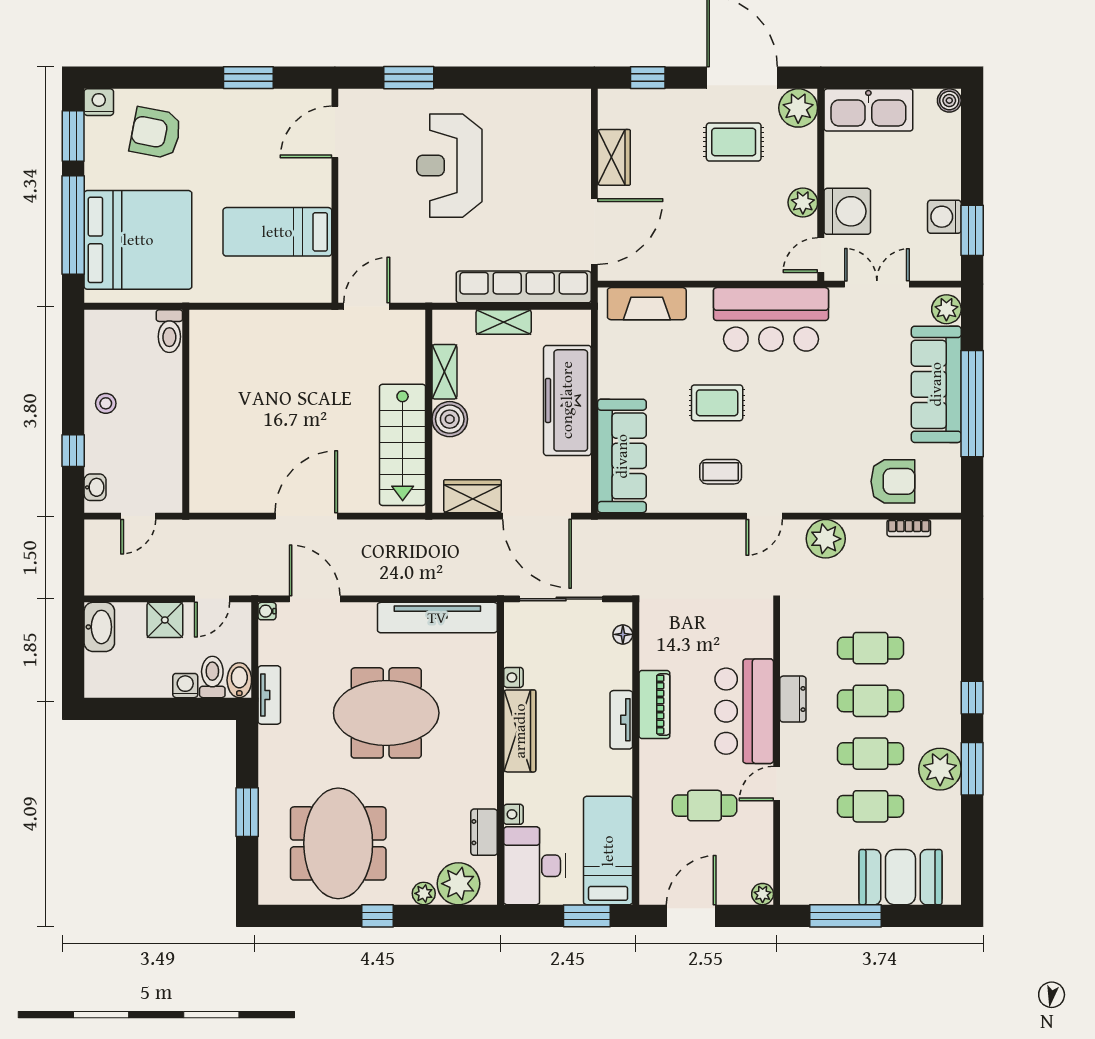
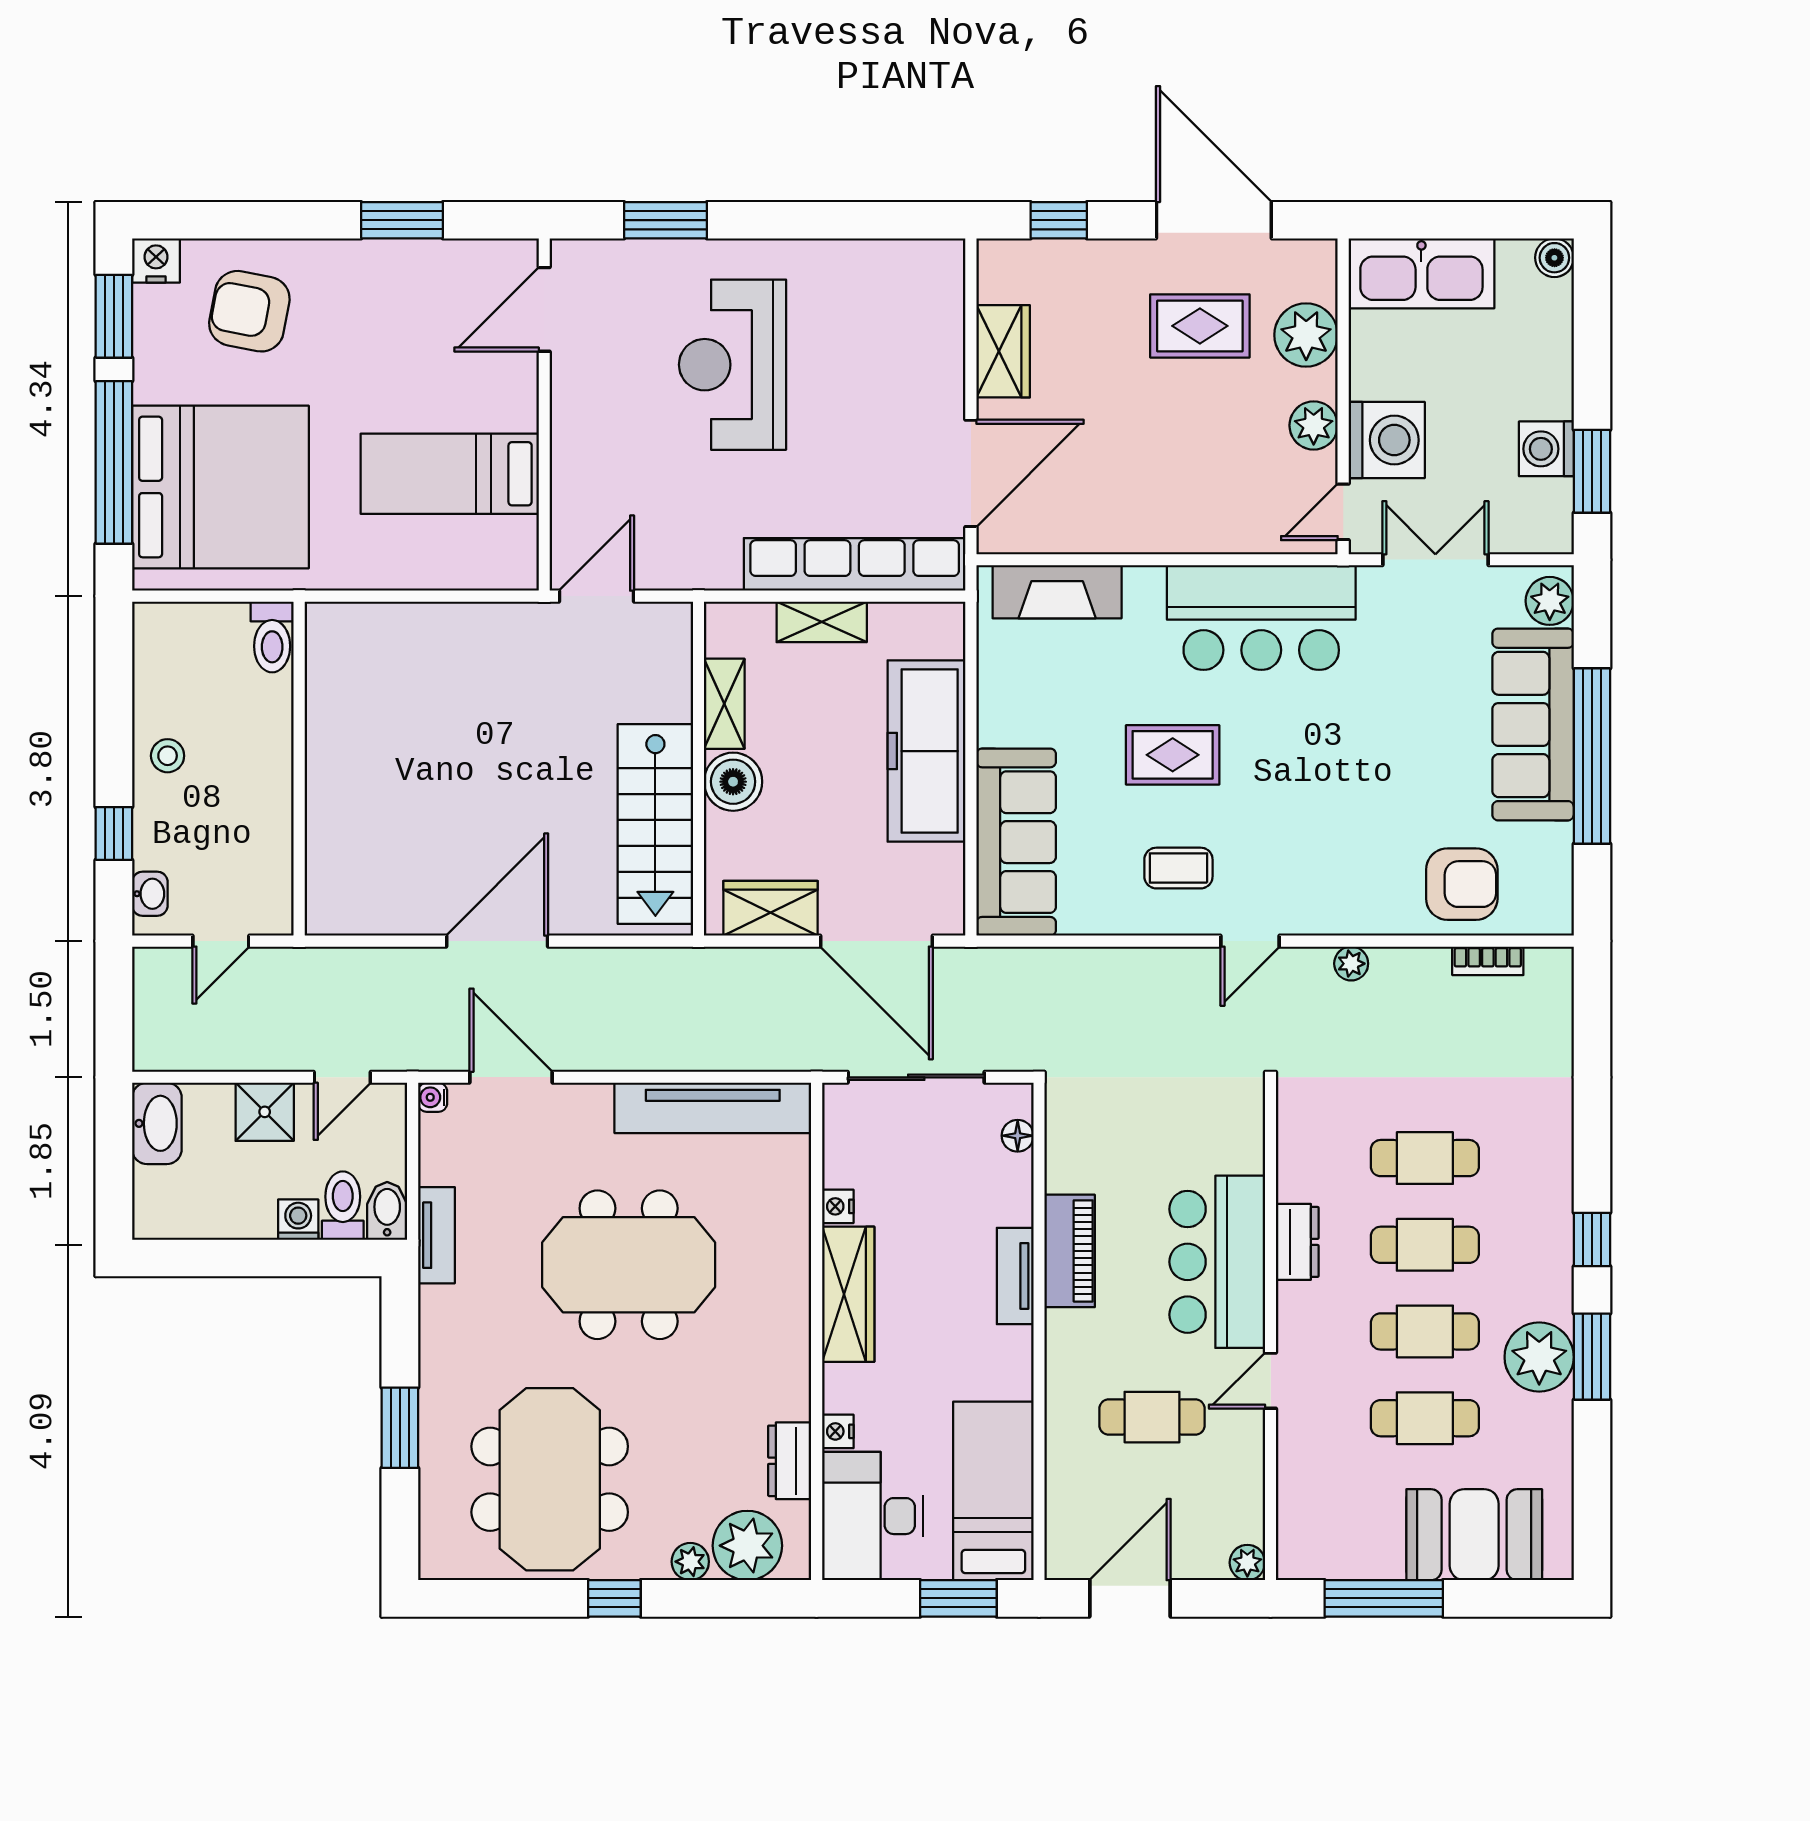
plant: (798, 108) -> (1306, 335), moved
plant: (826, 539) -> (1351, 964), width x0.53, depth x0.53

